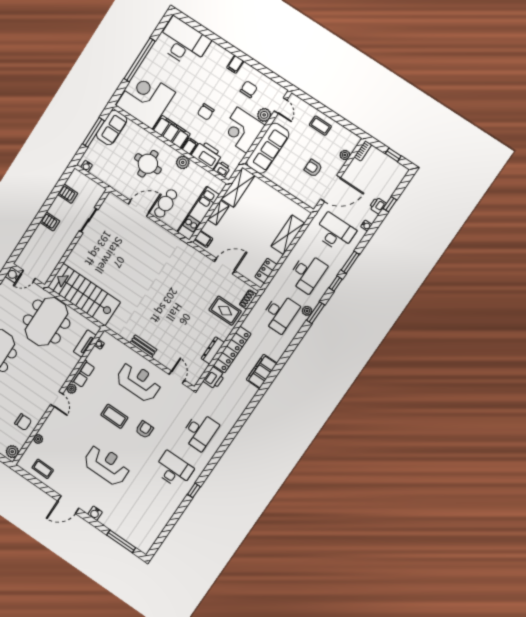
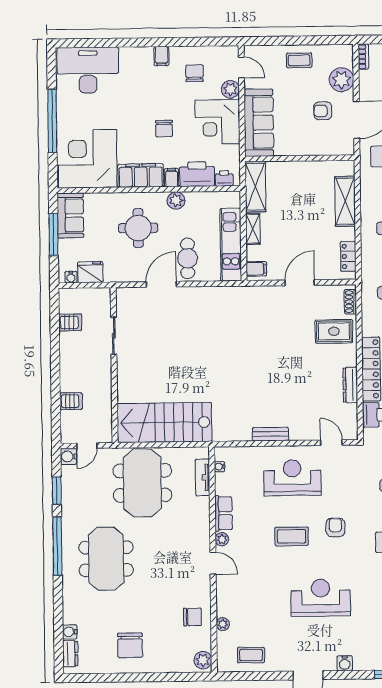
plant: (345, 155) -> (341, 80), width x1.87, depth x1.87
fridge: (100, 171) -> (90, 272), added
server rack: (50, 222) -> (71, 401), moved

